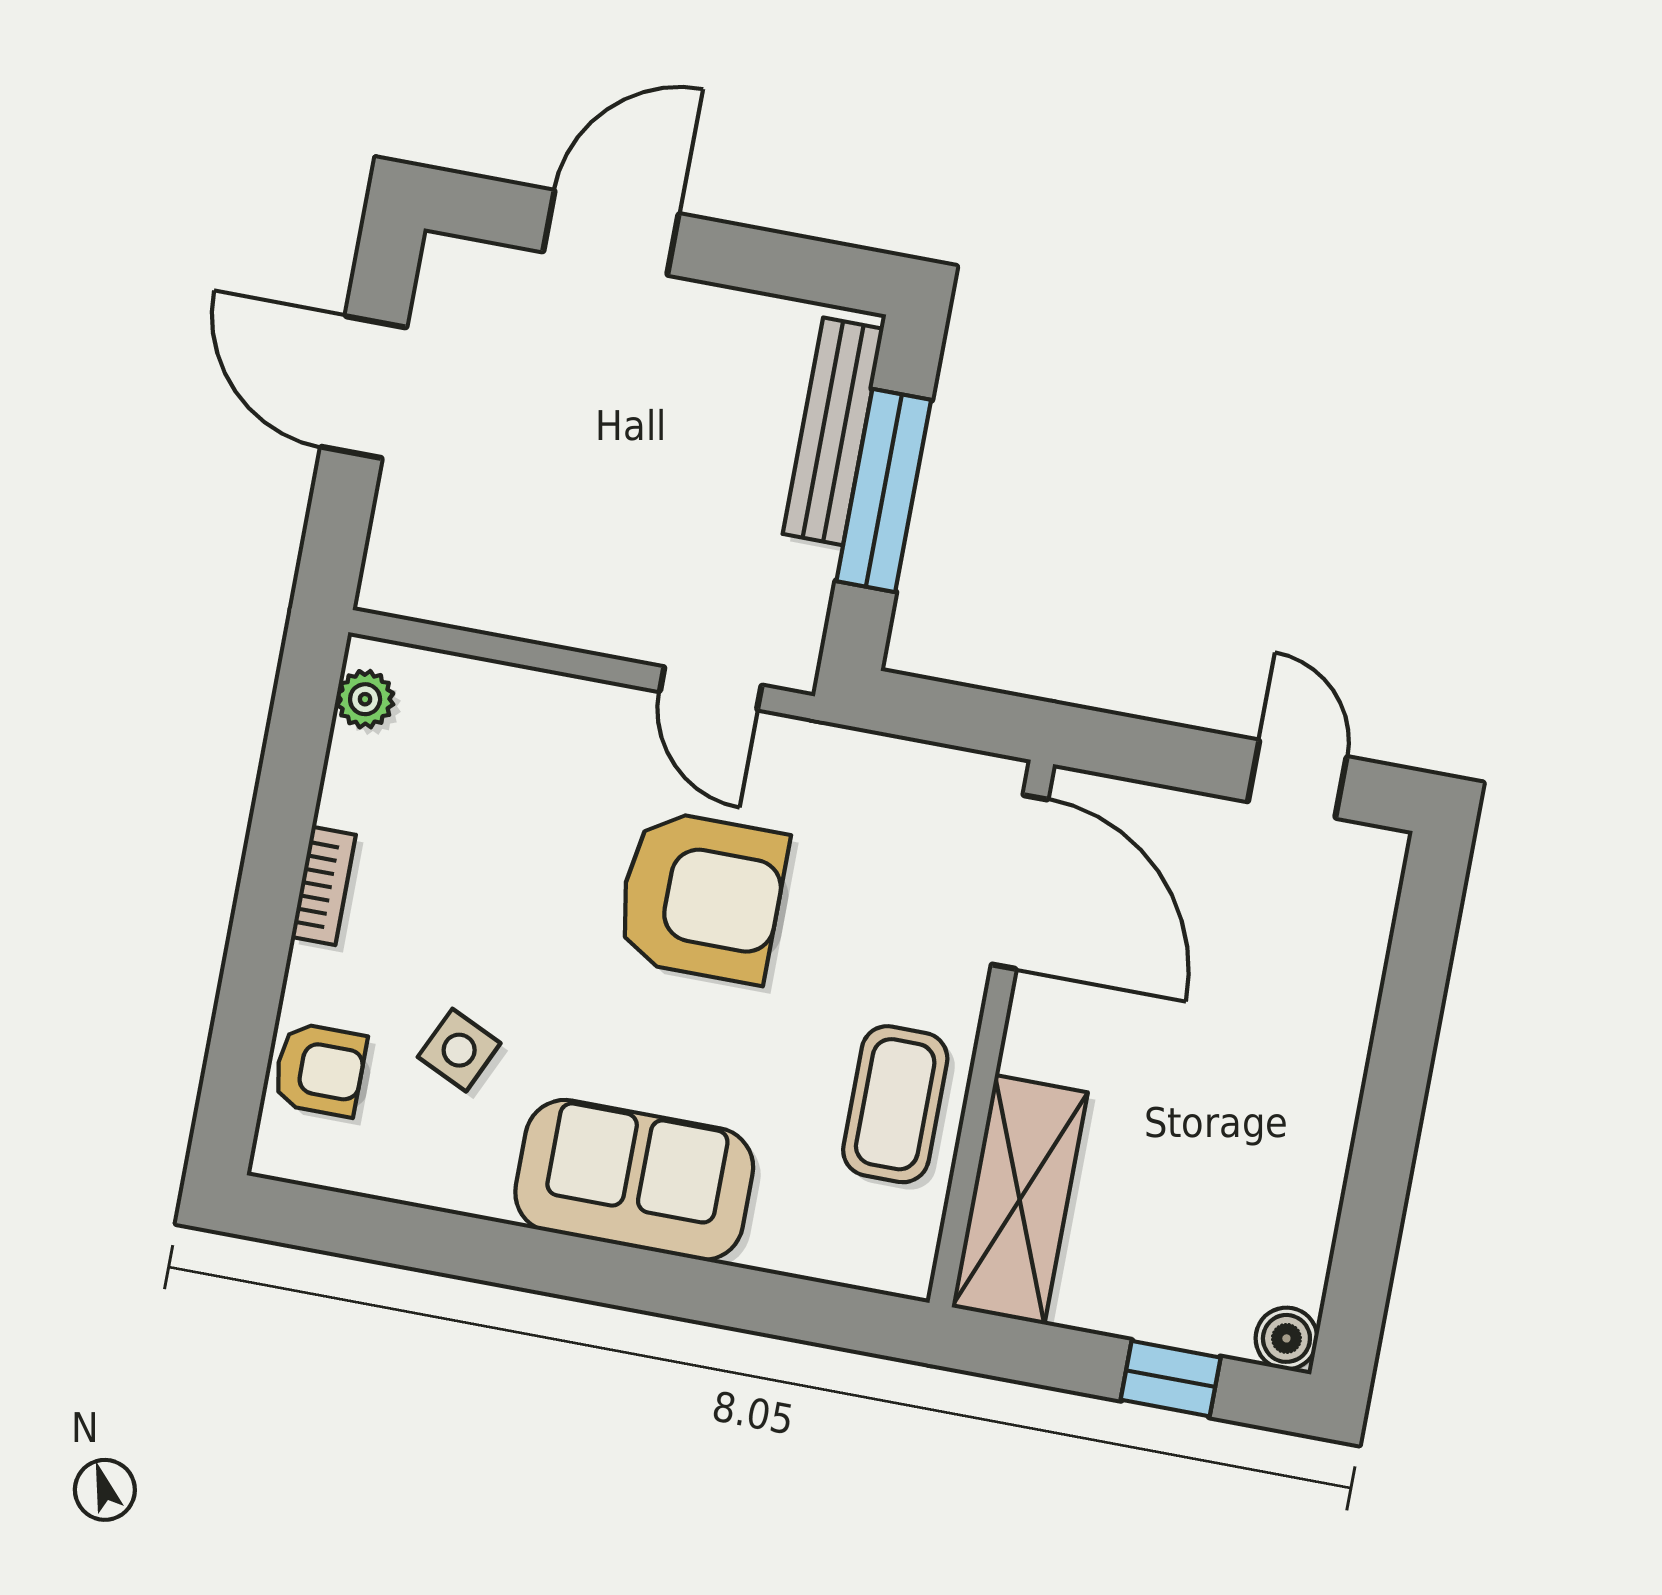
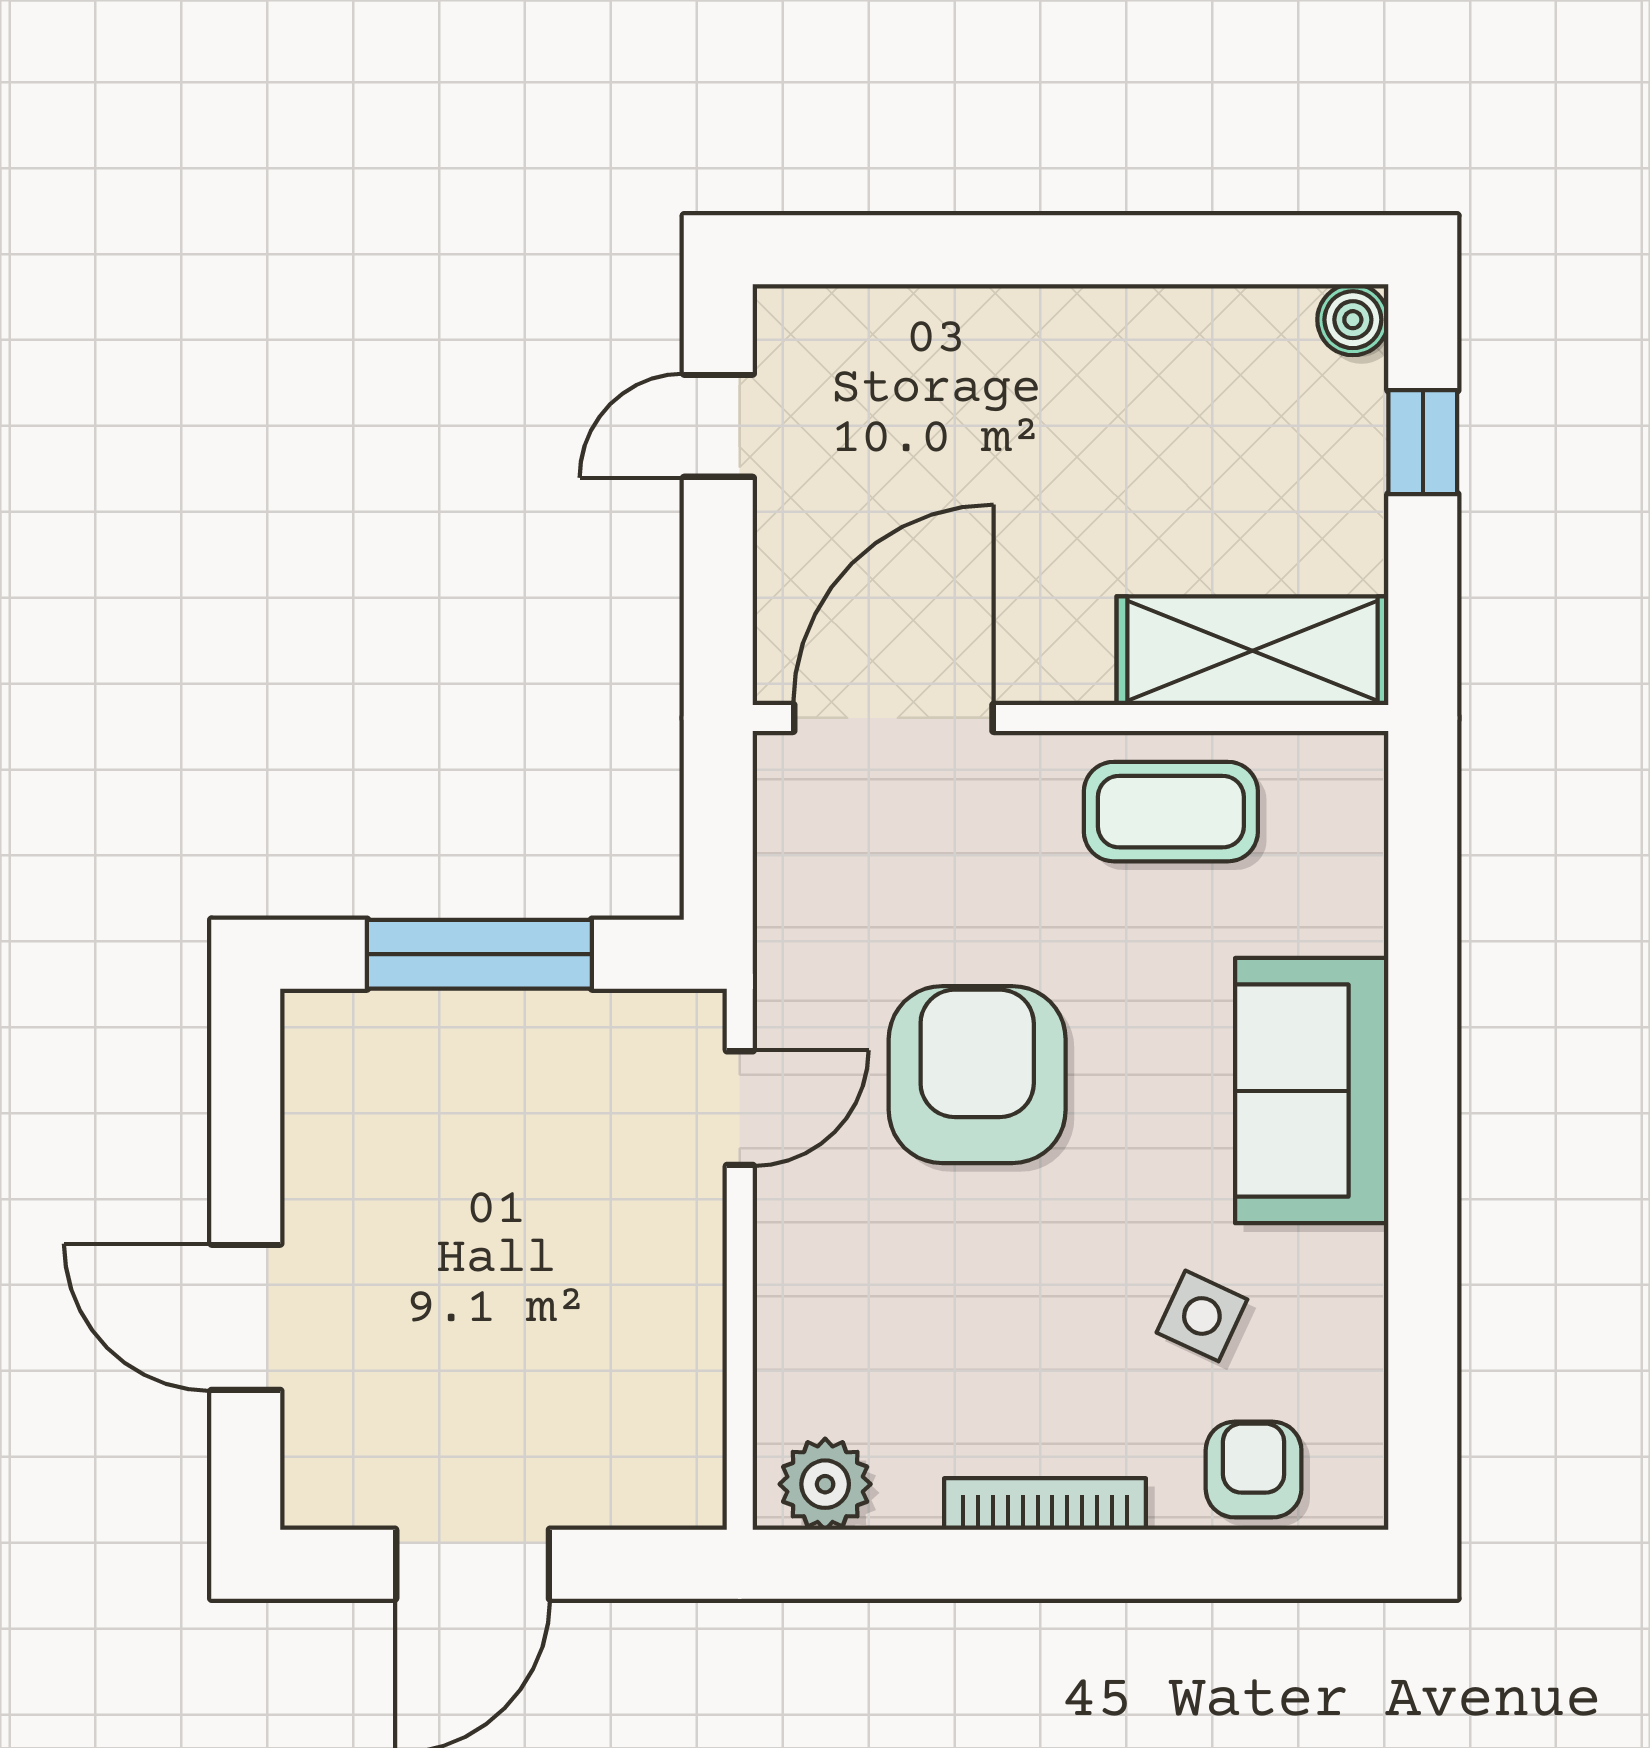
bench: (833, 431) -> (423, 1024), removed
plant: (365, 699) -> (825, 1484), width x1.38, depth x1.38
bookcase: (324, 886) -> (1045, 1504), width x1.56

